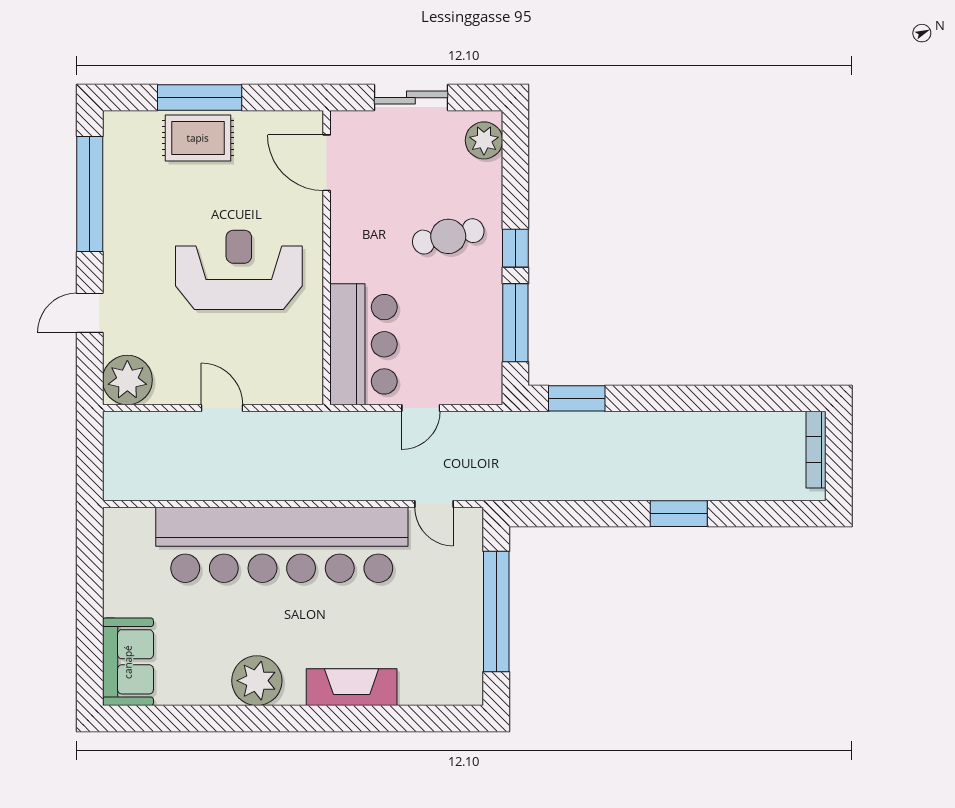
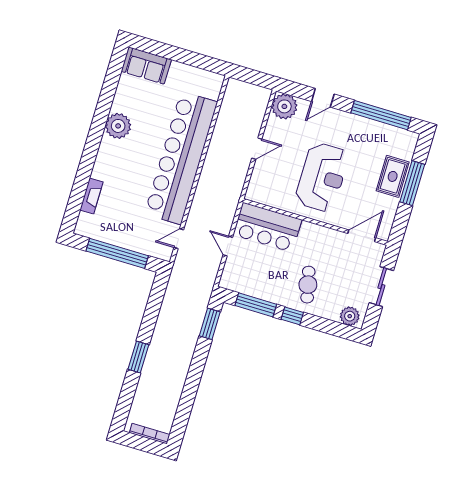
door: (90, 313) -> (323, 98), swing flipped
fireplace: (352, 687) -> (91, 196), moved, width x0.73, depth x0.76

